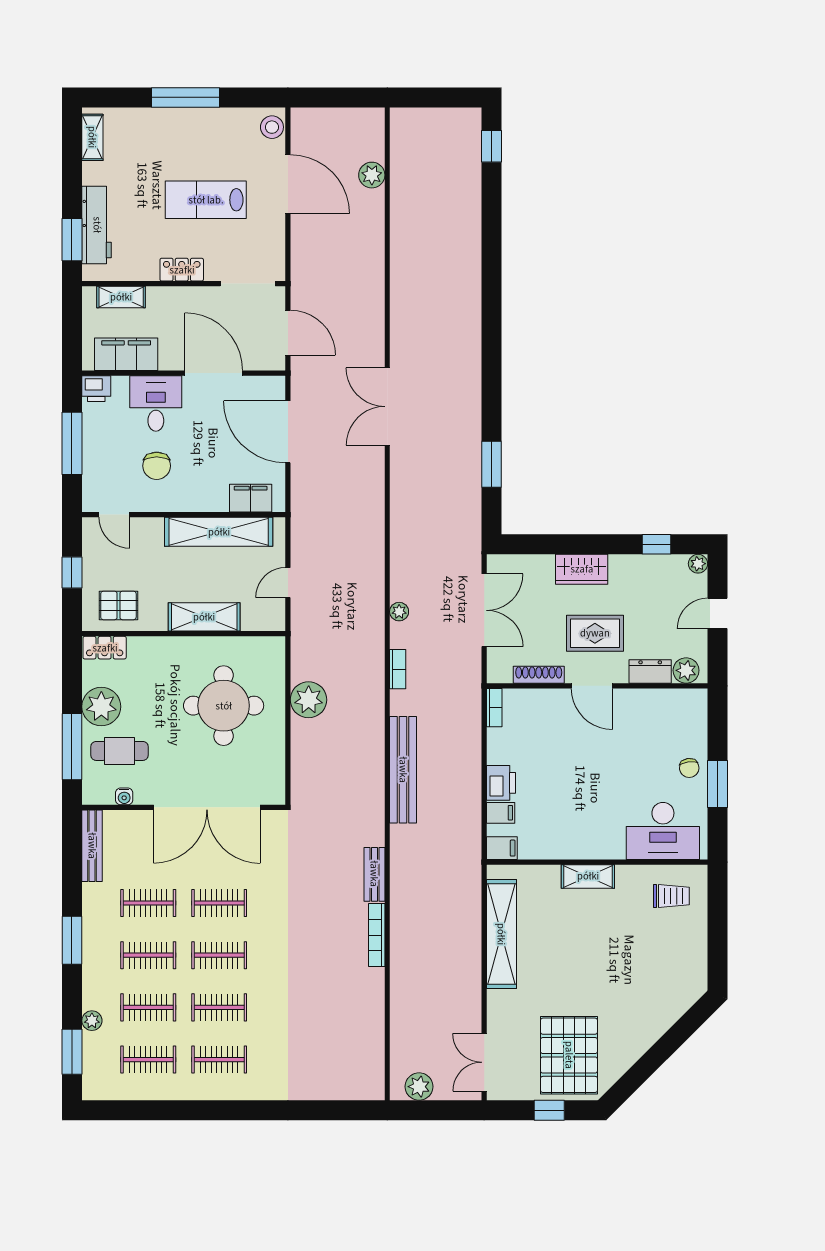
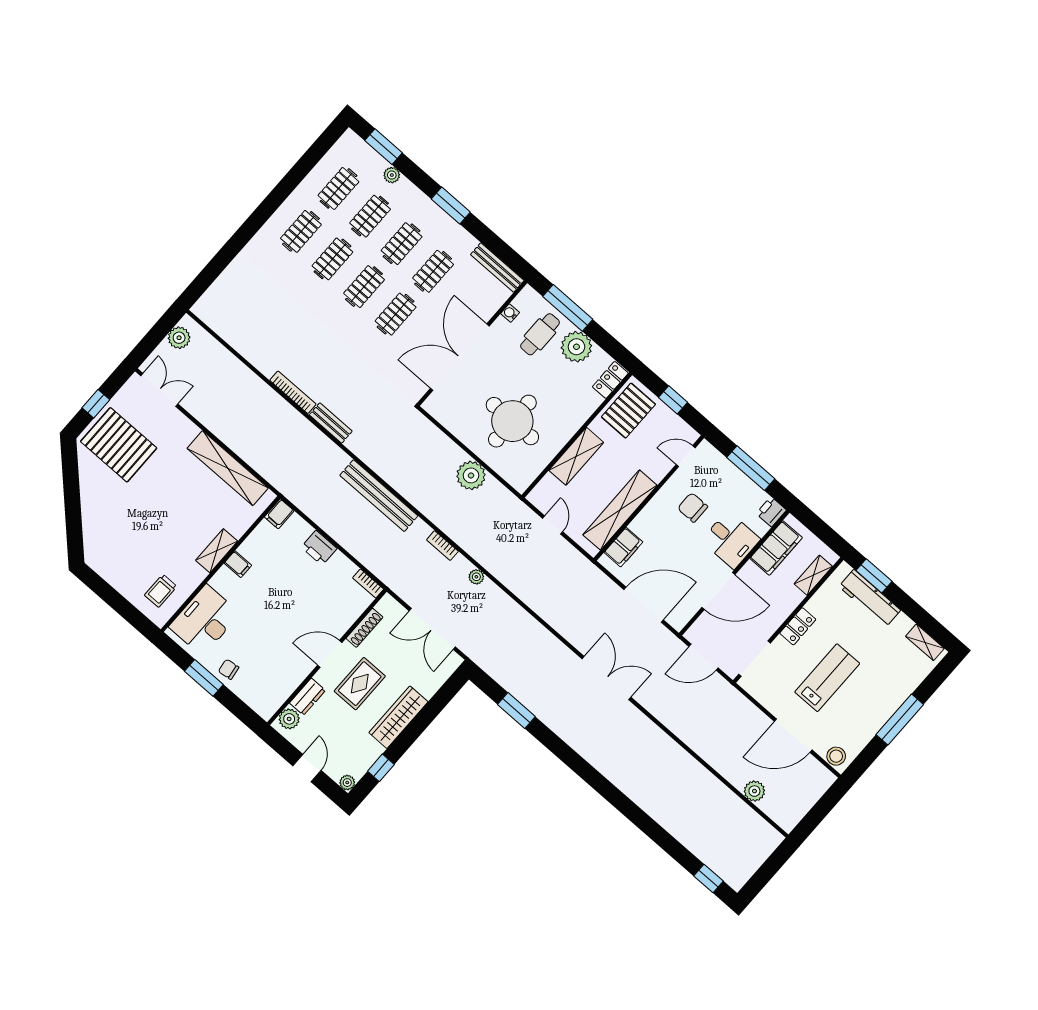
wardrobe: (582, 569) -> (399, 717), width x1.50
pallet: (118, 605) -> (628, 411), width x1.50, depth x1.42
filing cabinet: (501, 813) -> (238, 564), moved, turned -90

